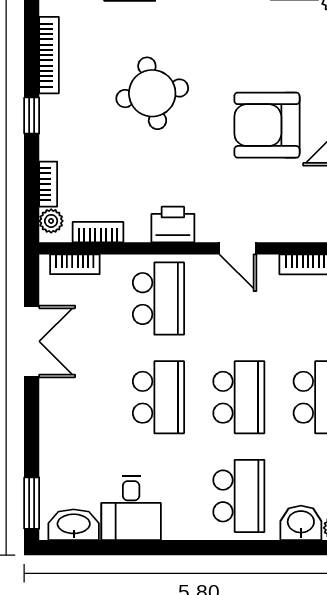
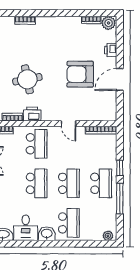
round table: (152, 93) -> (27, 79), moved
printer: (173, 225) -> (32, 114), moved
washbasin: (301, 523) -> (47, 234), moved

